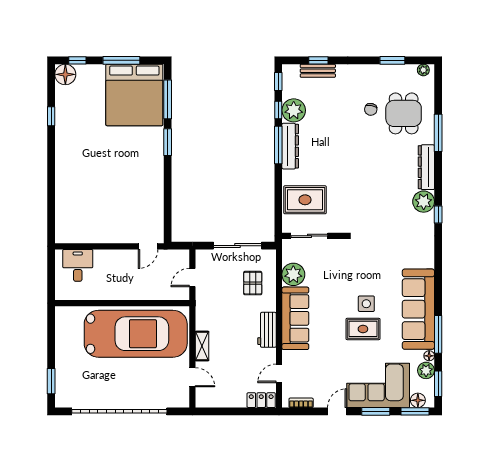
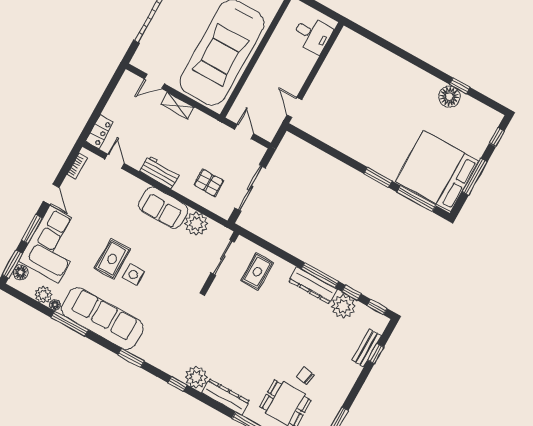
floor lamp: (65, 74) -> (449, 97), moved
rug: (305, 200) -> (257, 272), width x0.73, depth x0.70
sofa: (295, 318) -> (163, 208), width x0.73
window: (438, 384) -> (131, 358), moved

